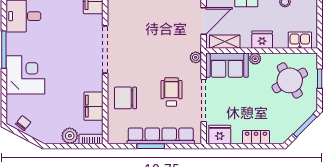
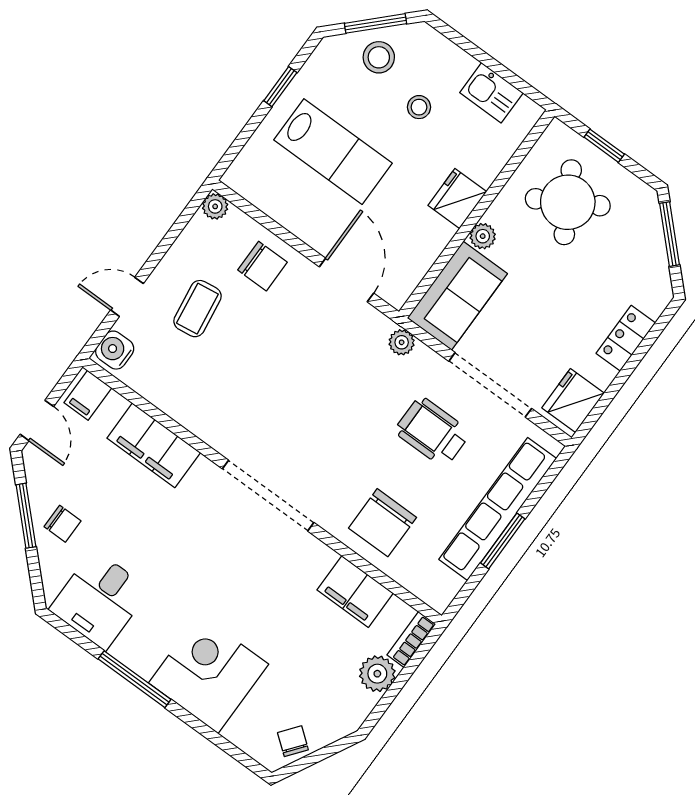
kitchen sink: (300, 40) -> (491, 93), moved, turned -90
shelving: (225, 42) -> (412, 269), removed

